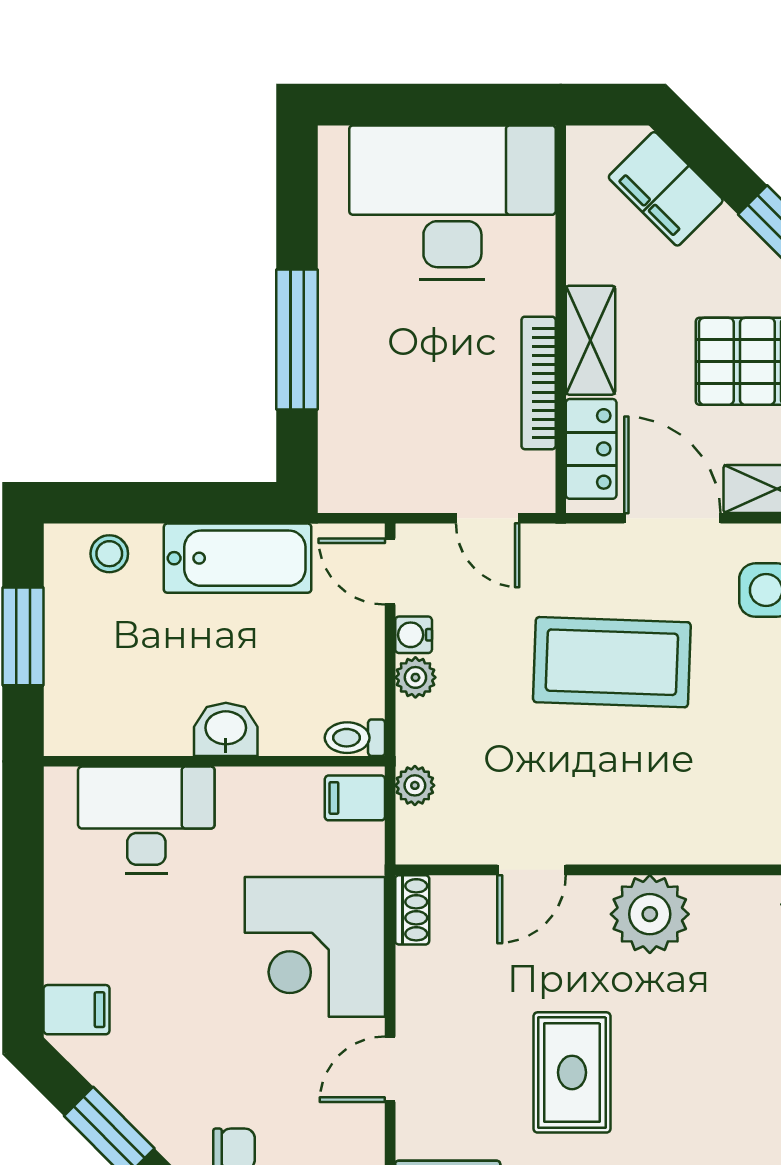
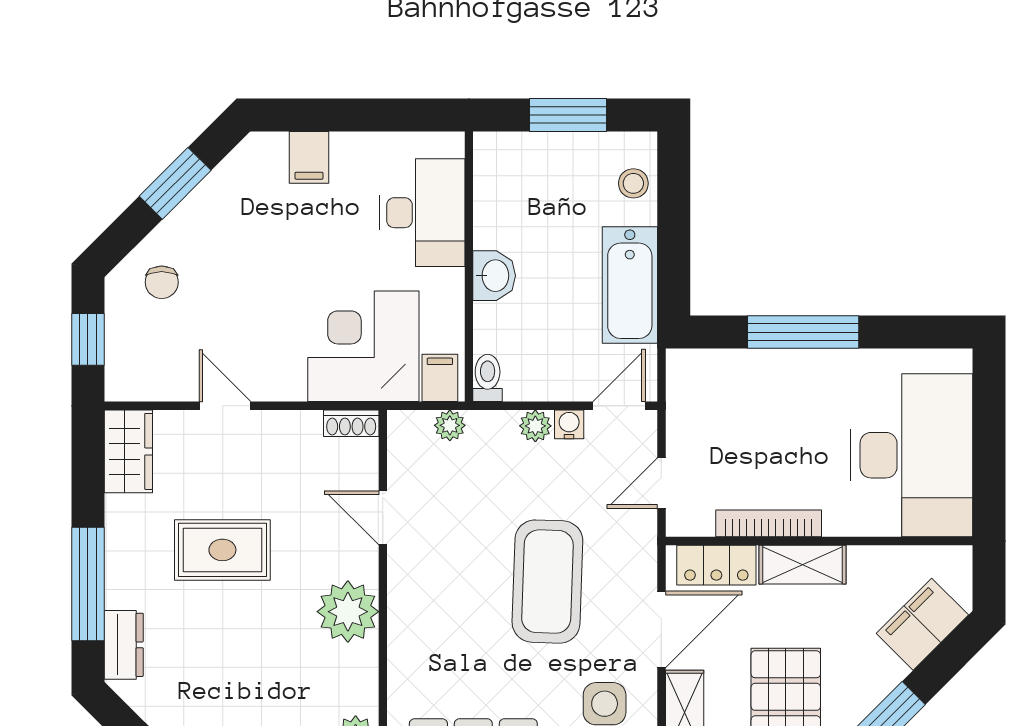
corner desk: (315, 947) -> (363, 346), moved
filing cabinet: (77, 1010) -> (309, 157), moved

